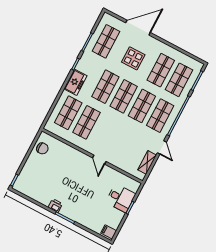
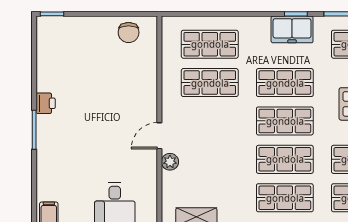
freezer: (75, 82) -> (292, 29), moved
plant: (114, 161) -> (170, 162), added

